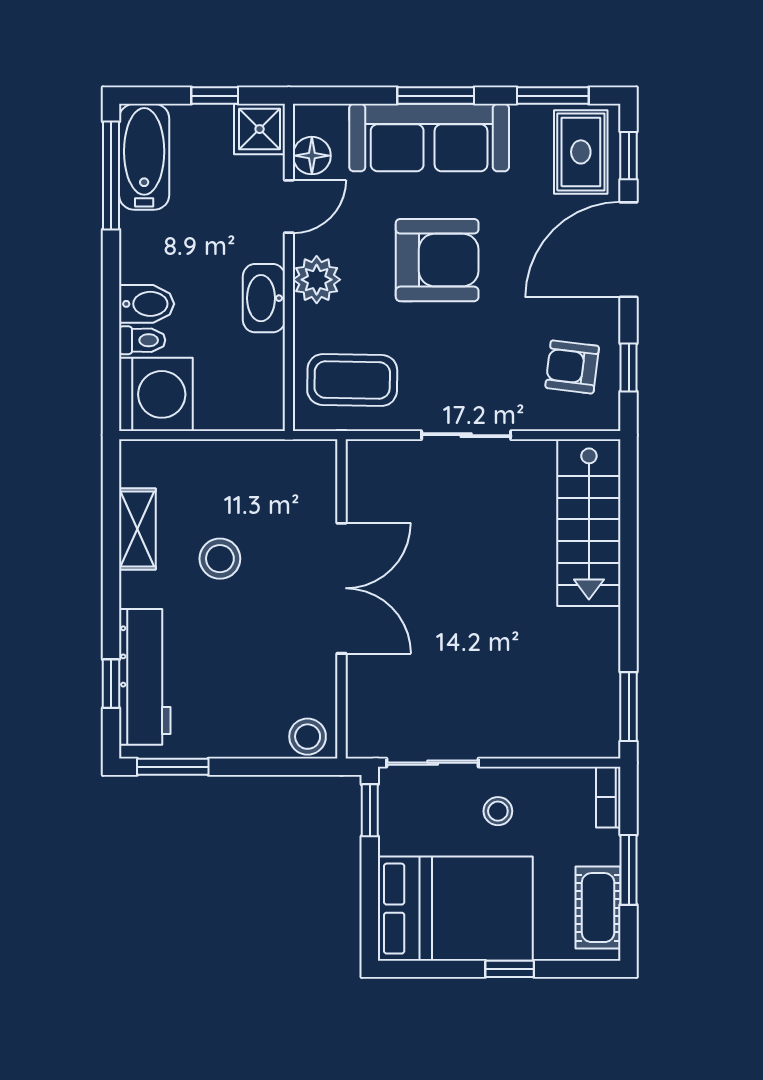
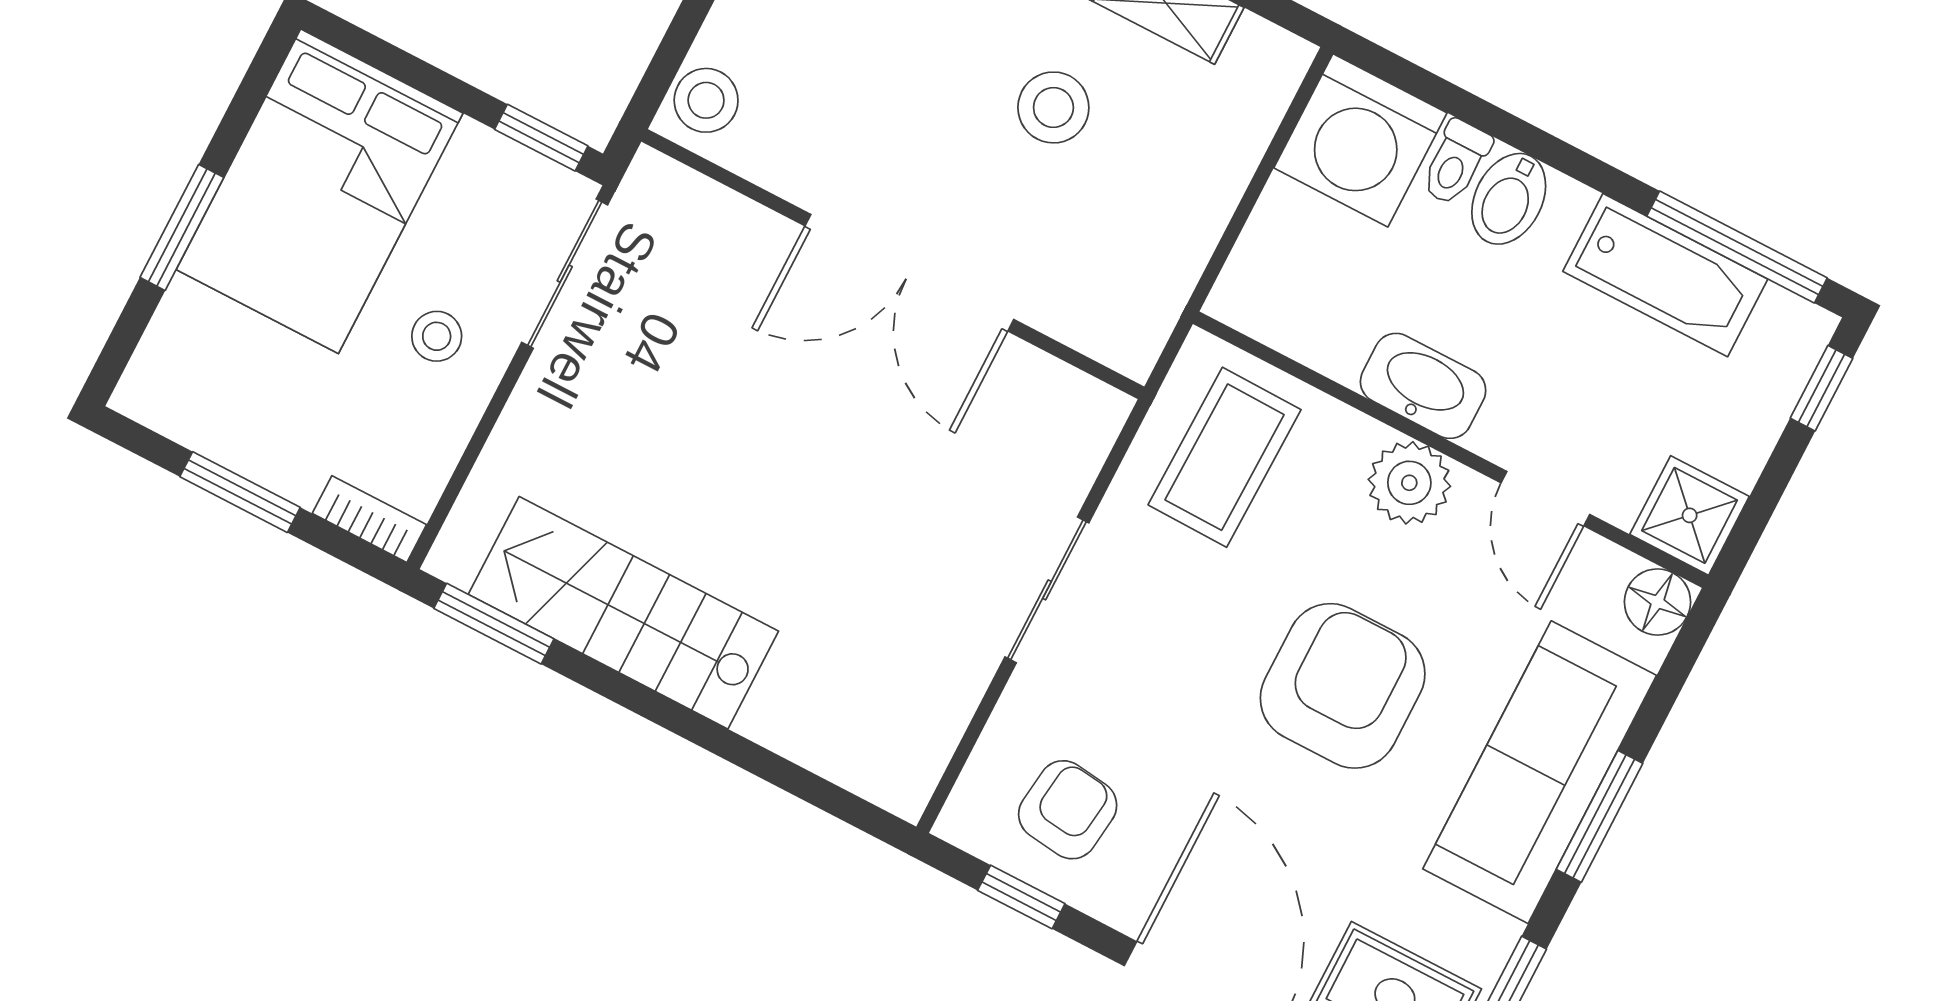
window: (215, 96) -> (1821, 388), moved
floor lamp: (312, 156) -> (1657, 602), moved
bathtub: (144, 157) -> (1665, 275), moved
armchair: (437, 260) -> (1343, 686), turned 180
stairs: (589, 523) -> (623, 613), moved
cot: (598, 908) -> (206, 414), removed
window: (510, 969) -> (182, 227), width x1.50

